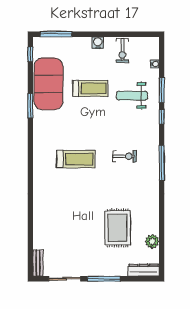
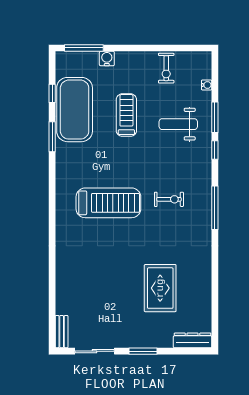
water cooler: (98, 43) -> (107, 58), moved
window: (30, 54) -> (52, 93), moved
treadmill: (90, 88) -> (126, 115), turned -90
treadmill: (76, 159) -> (108, 203), width x1.37, depth x1.38
plant: (152, 241) -> (203, 305), removed
window: (104, 279) -> (143, 351), width x0.69

